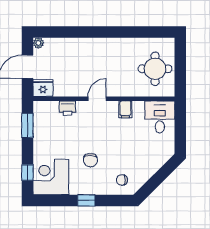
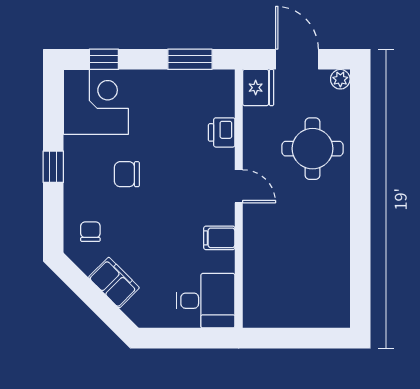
round table: (155, 69) -> (313, 149), moved
filing cabinet: (150, 167) -> (114, 283), added

